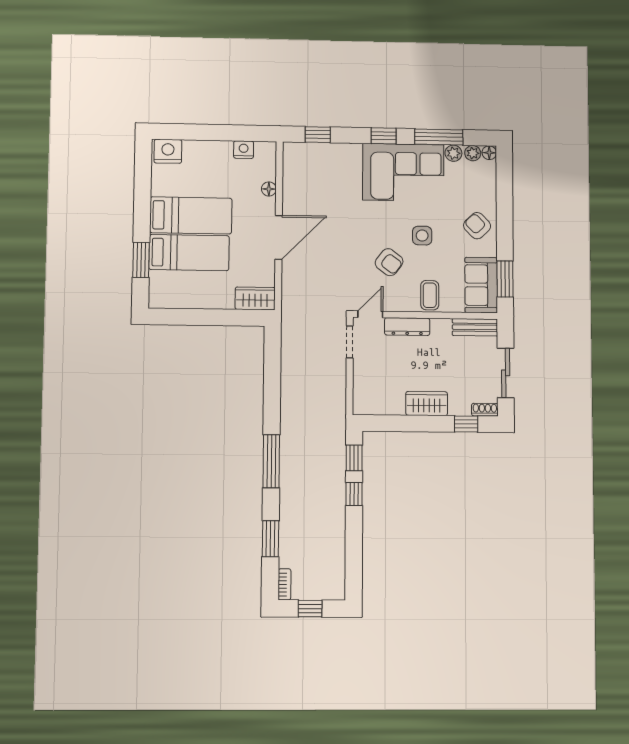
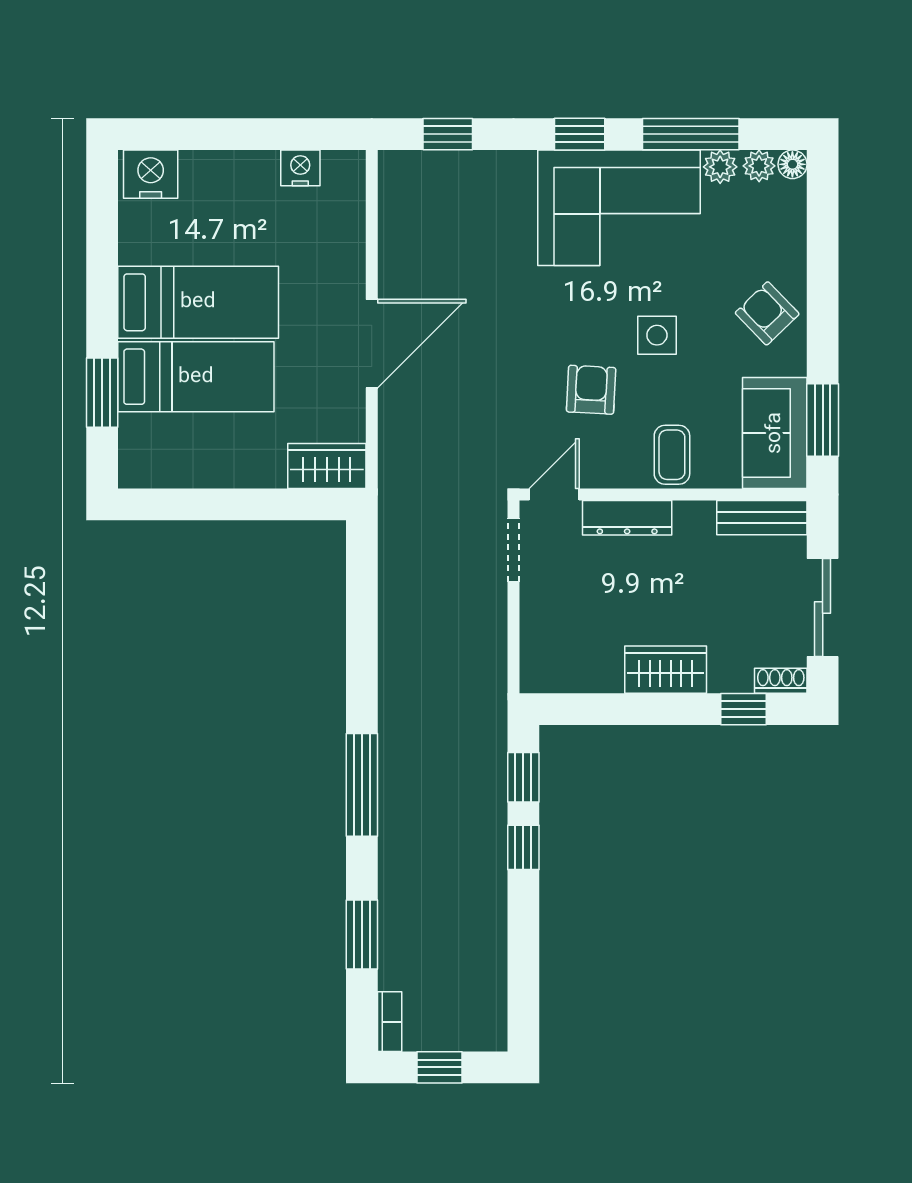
floor lamp: (269, 189) -> (351, 246), removed
armchair: (389, 262) -> (591, 390), turned -124

